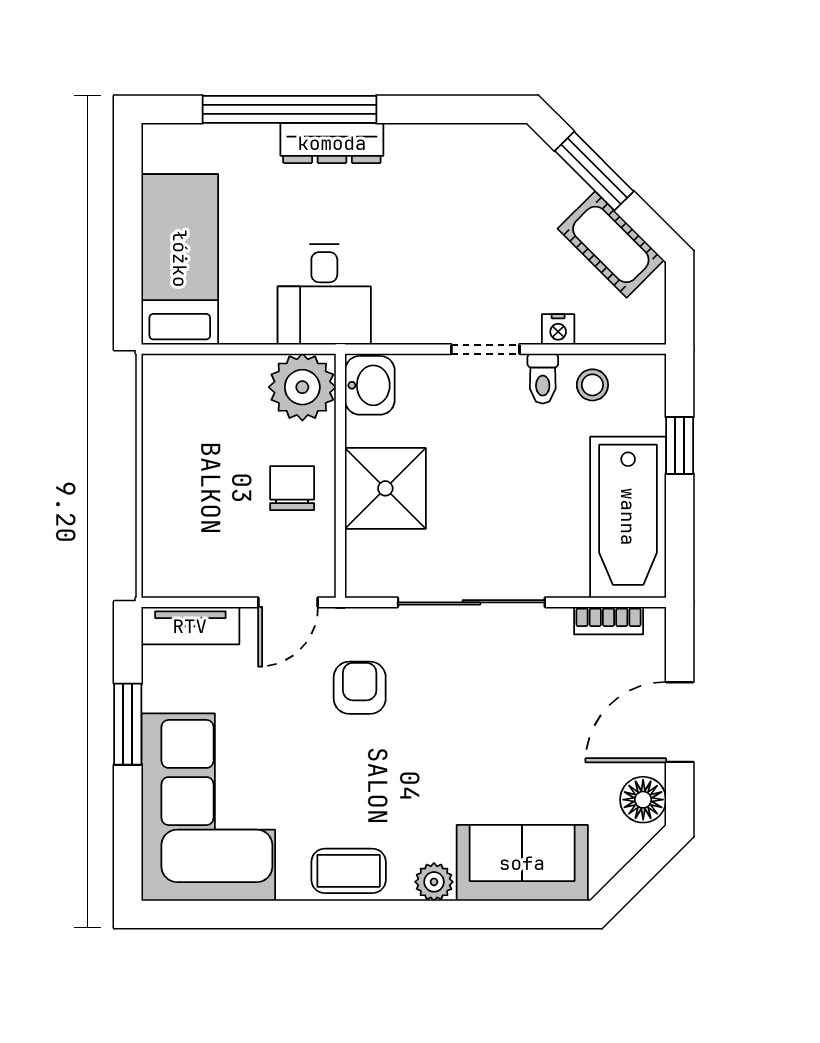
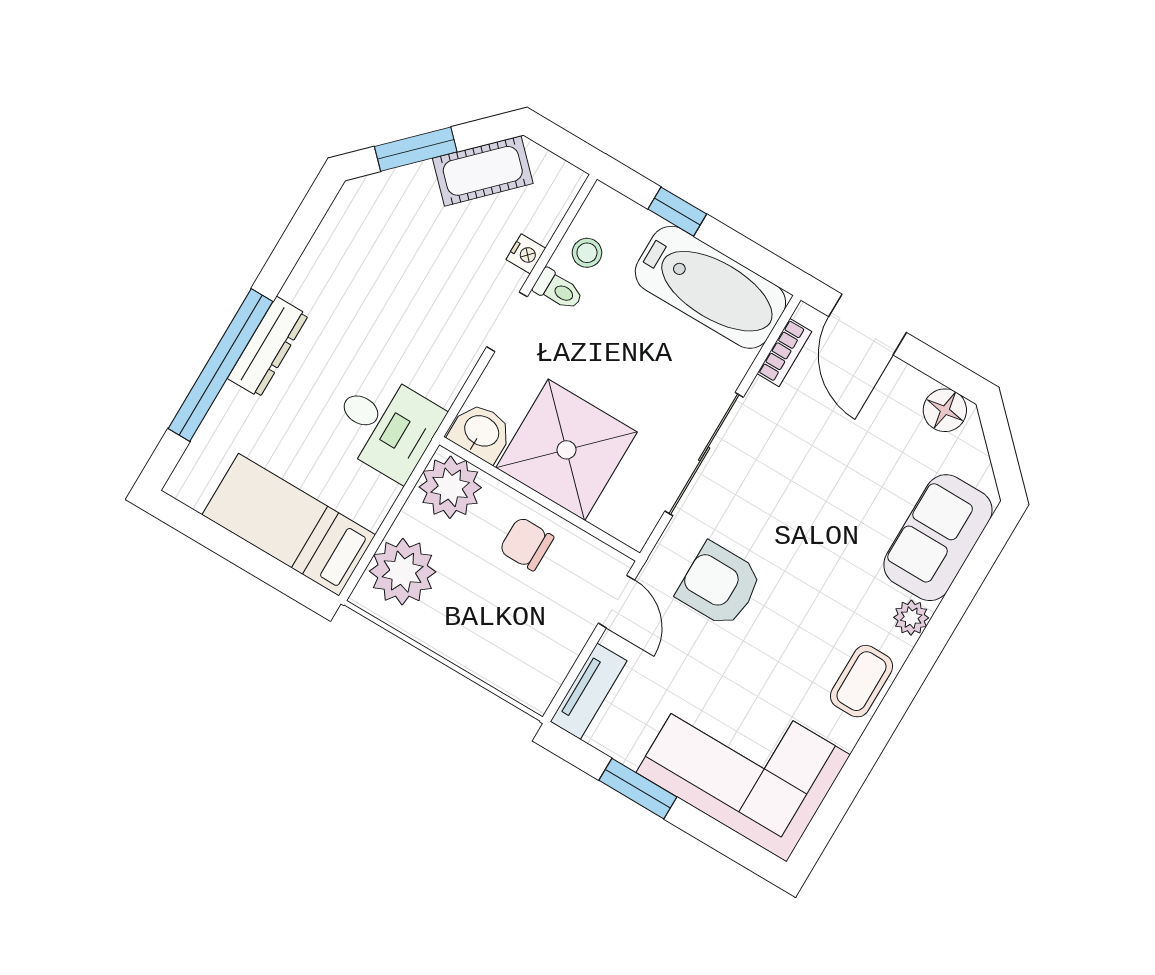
plant: (199, 389) -> (403, 572), added
shower: (385, 488) -> (566, 450), width x1.37, depth x1.37
armchair: (360, 688) -> (719, 585), width x1.38, depth x1.38
door: (680, 722) -> (868, 325), moved

